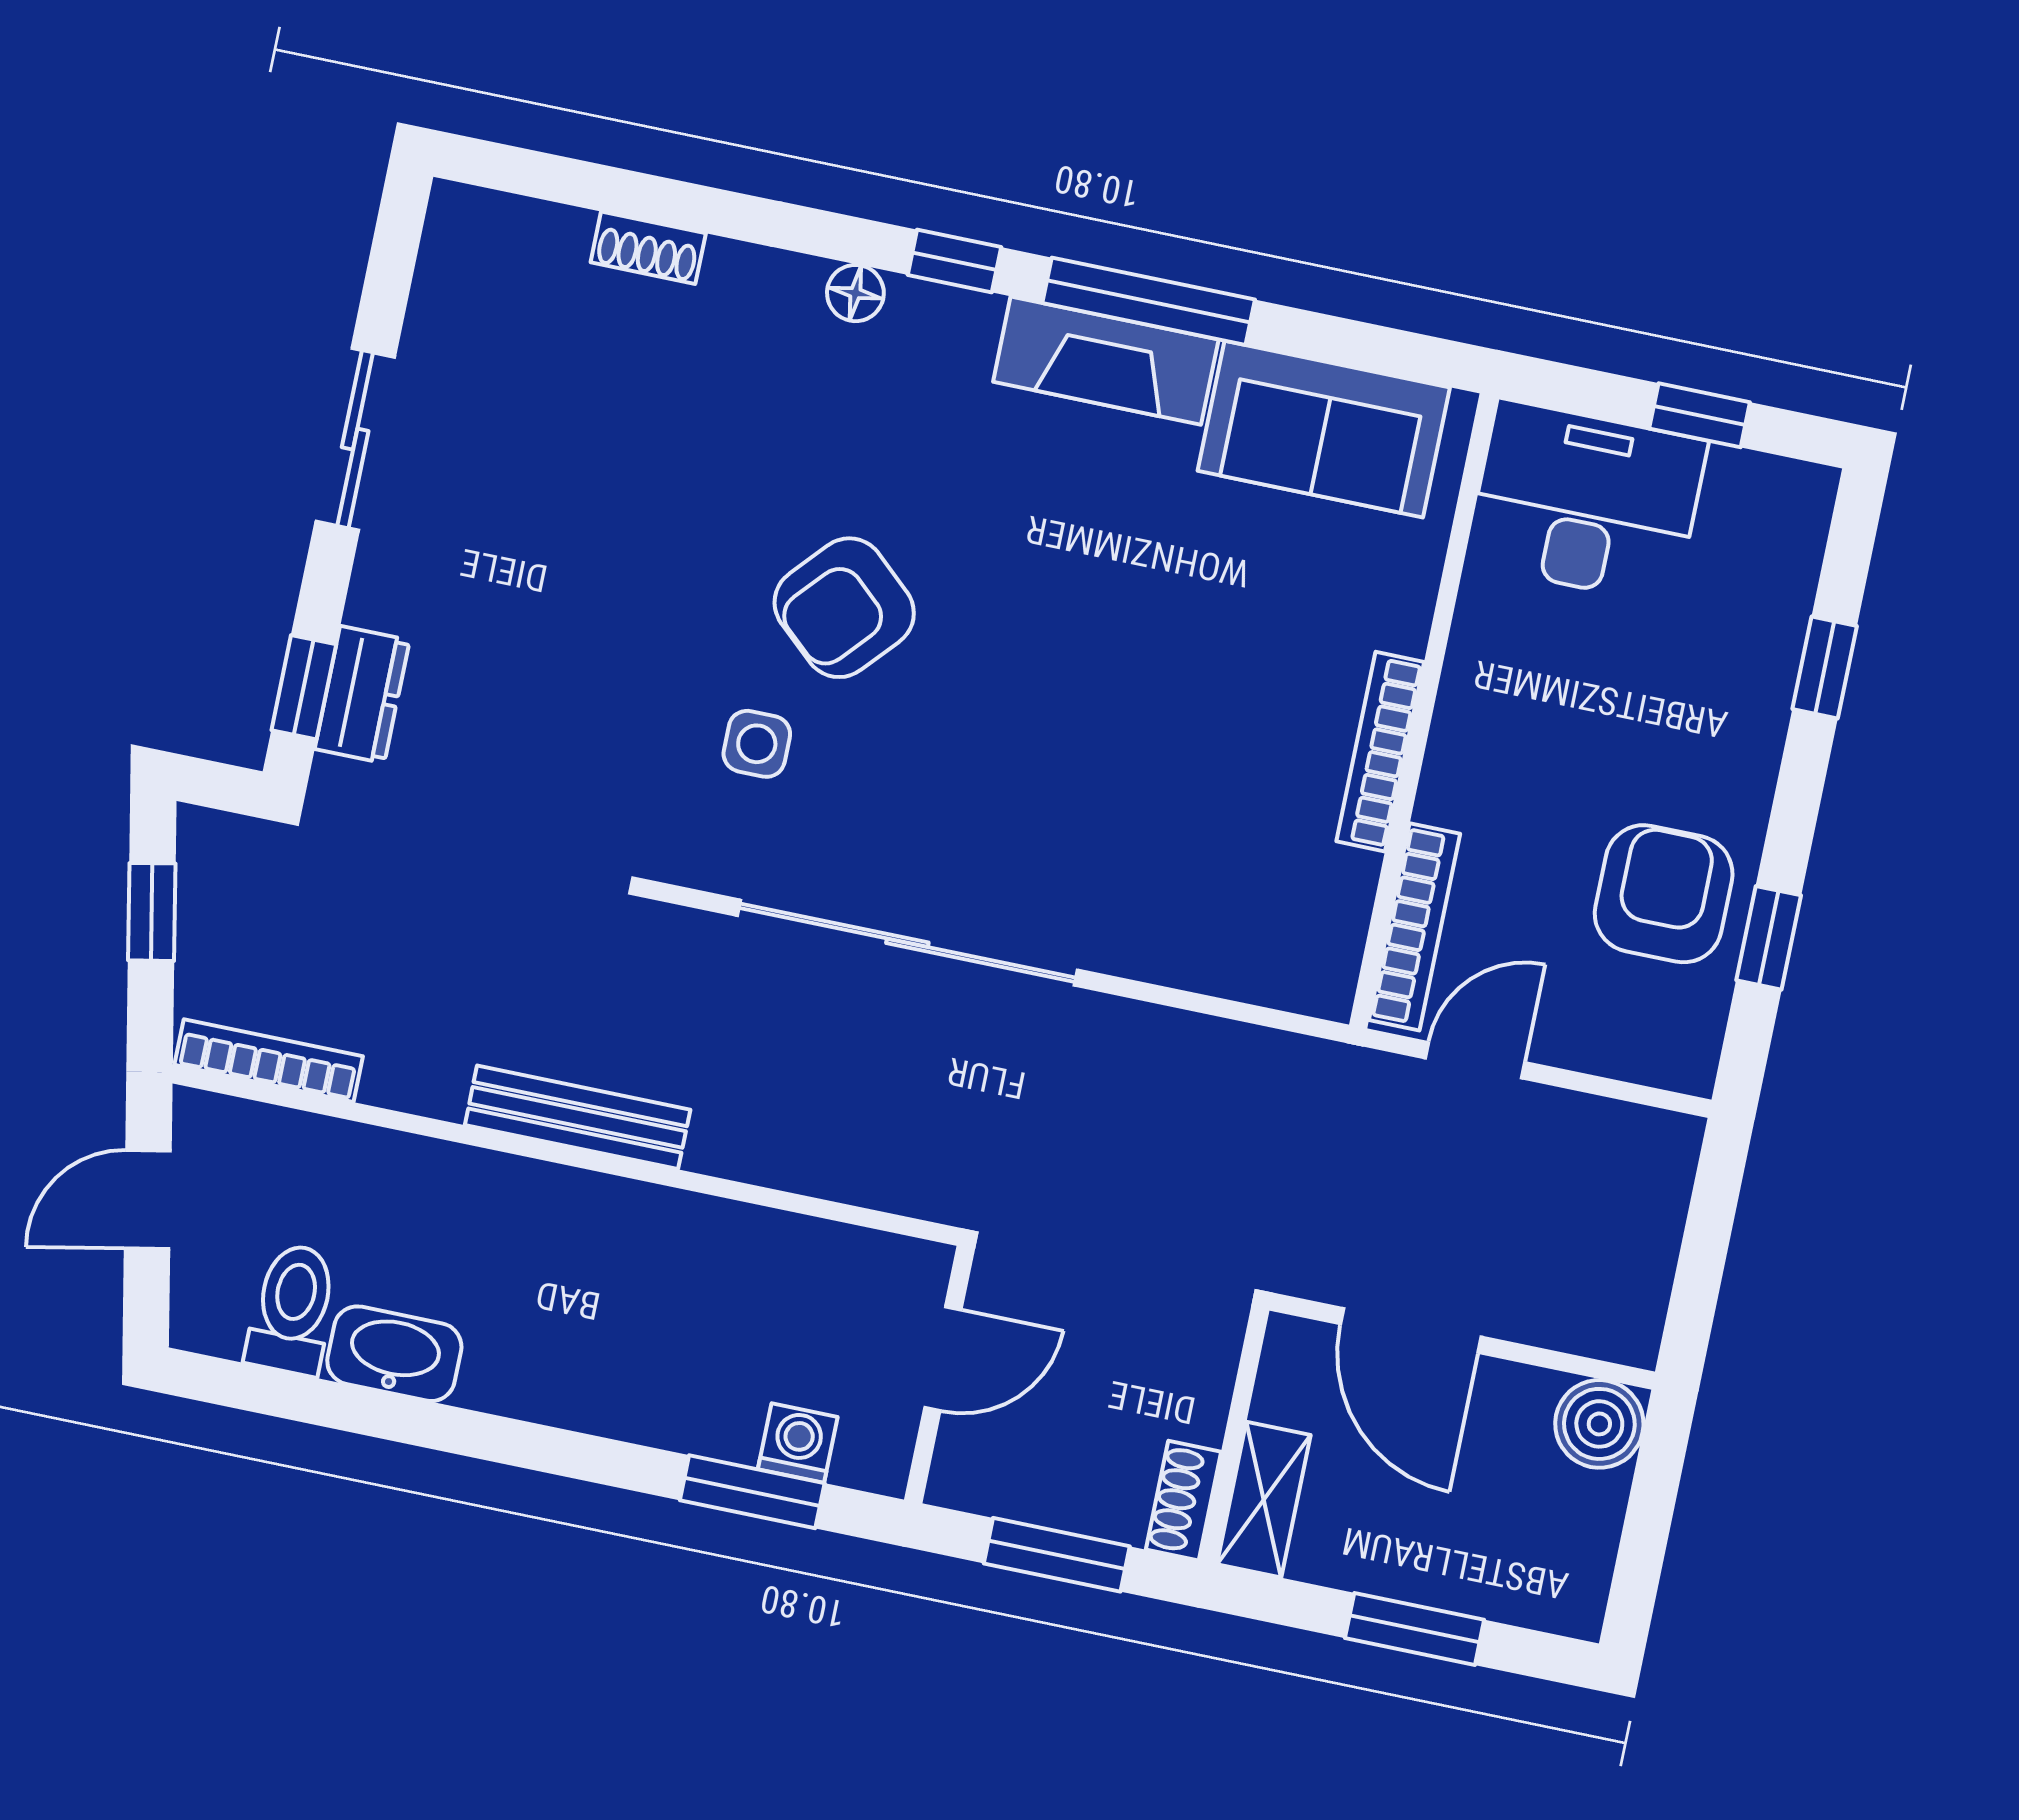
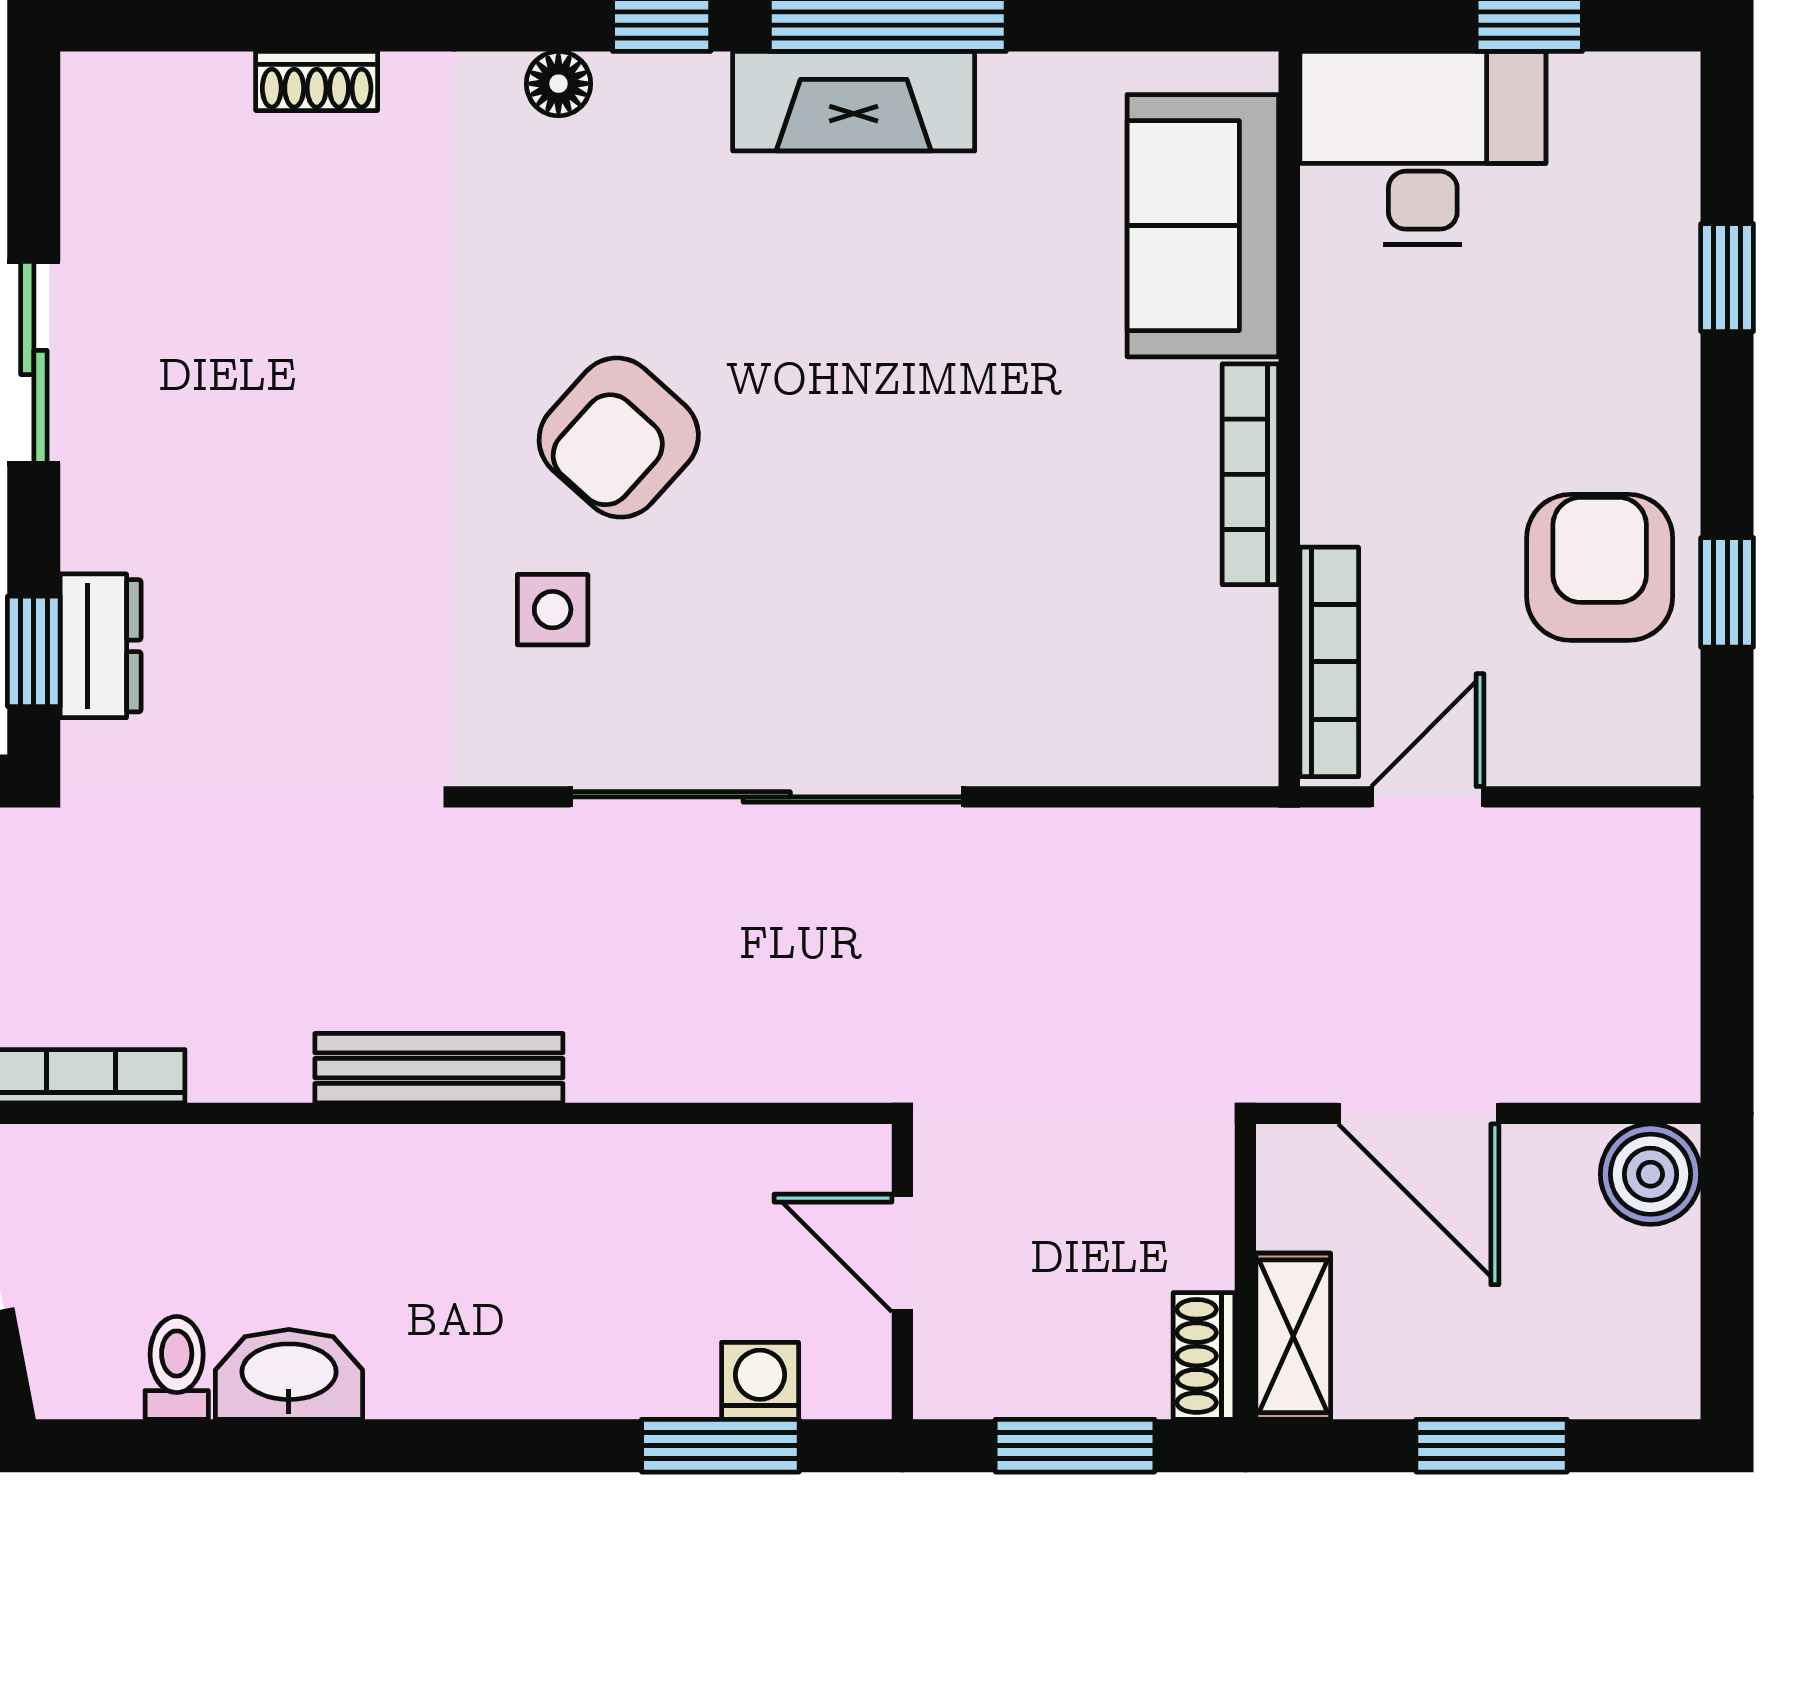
sofa: (1324, 429) -> (1203, 226), moved, turned 90
toilet: (292, 1309) -> (177, 1368), width x0.73, depth x0.72
door: (943, 1359) -> (902, 1253), swing flipped

